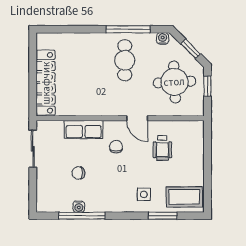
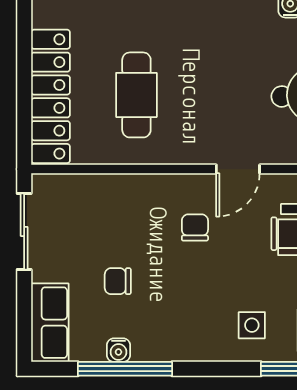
cafe table: (125, 60) -> (136, 95), moved
door: (137, 118) -> (238, 169), hinge flipped
row of seats: (84, 129) -> (50, 323), moved, turned -90

